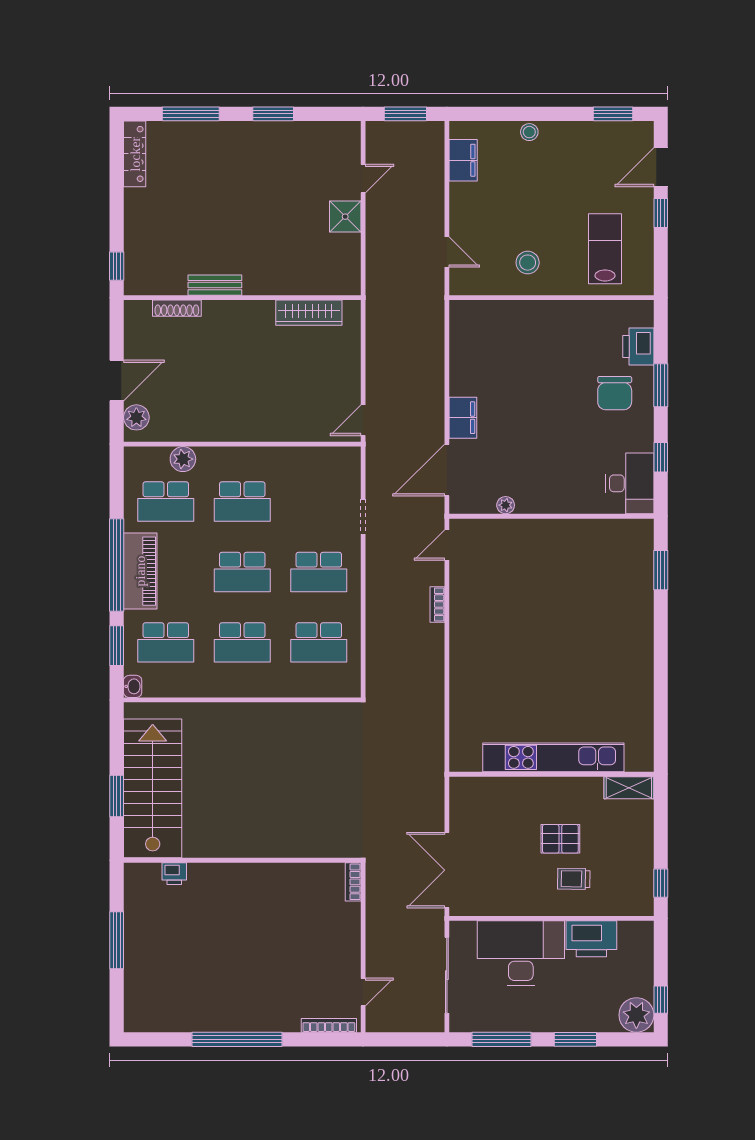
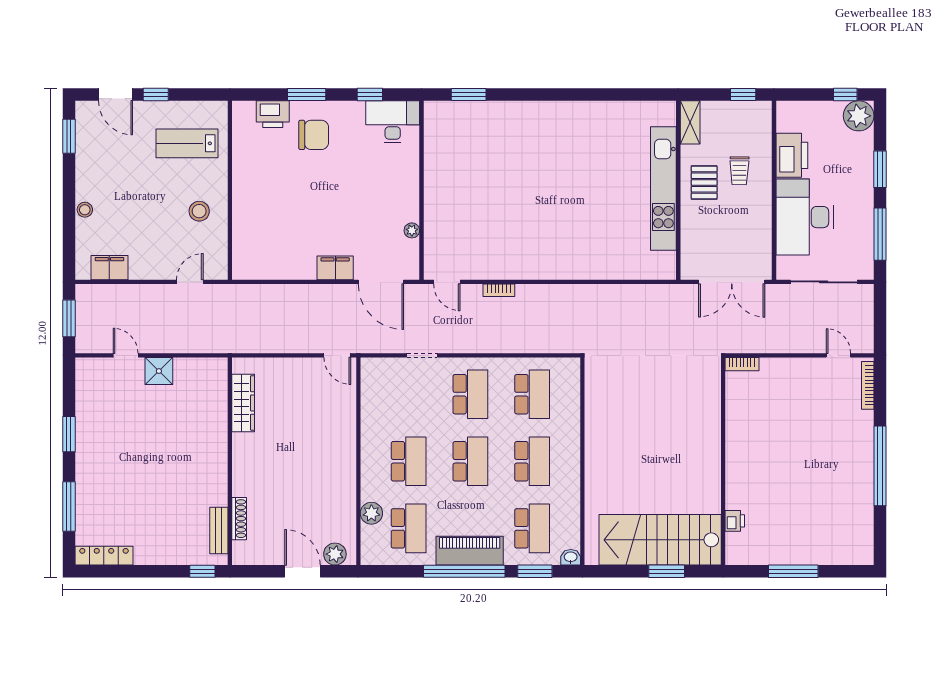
bench: (215, 285) -> (219, 531), moved
kitchen unit: (553, 757) -> (663, 189), moved
wall: (551, 774) -> (678, 190), moved
shelving: (629, 788) -> (690, 122), moved

